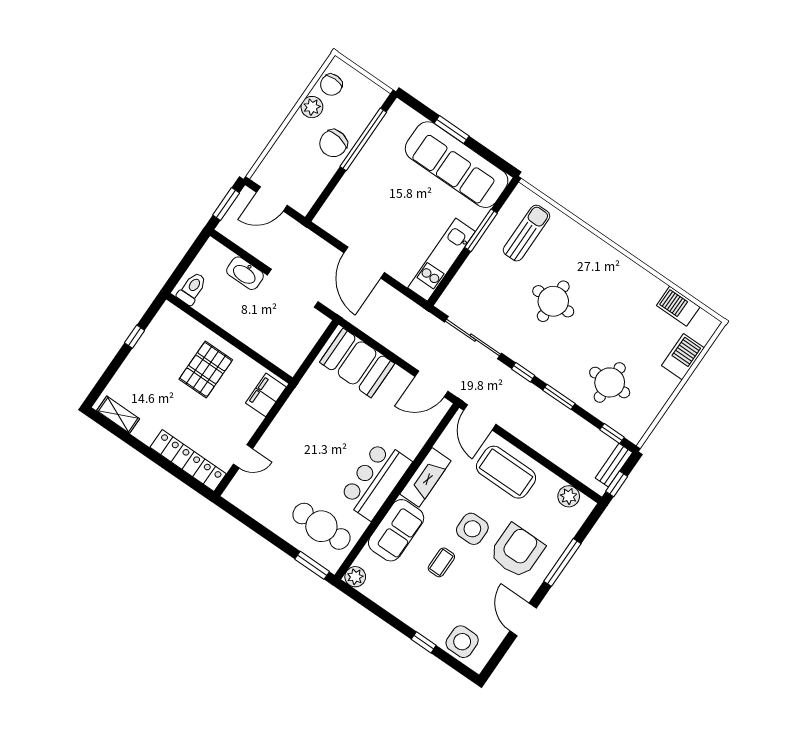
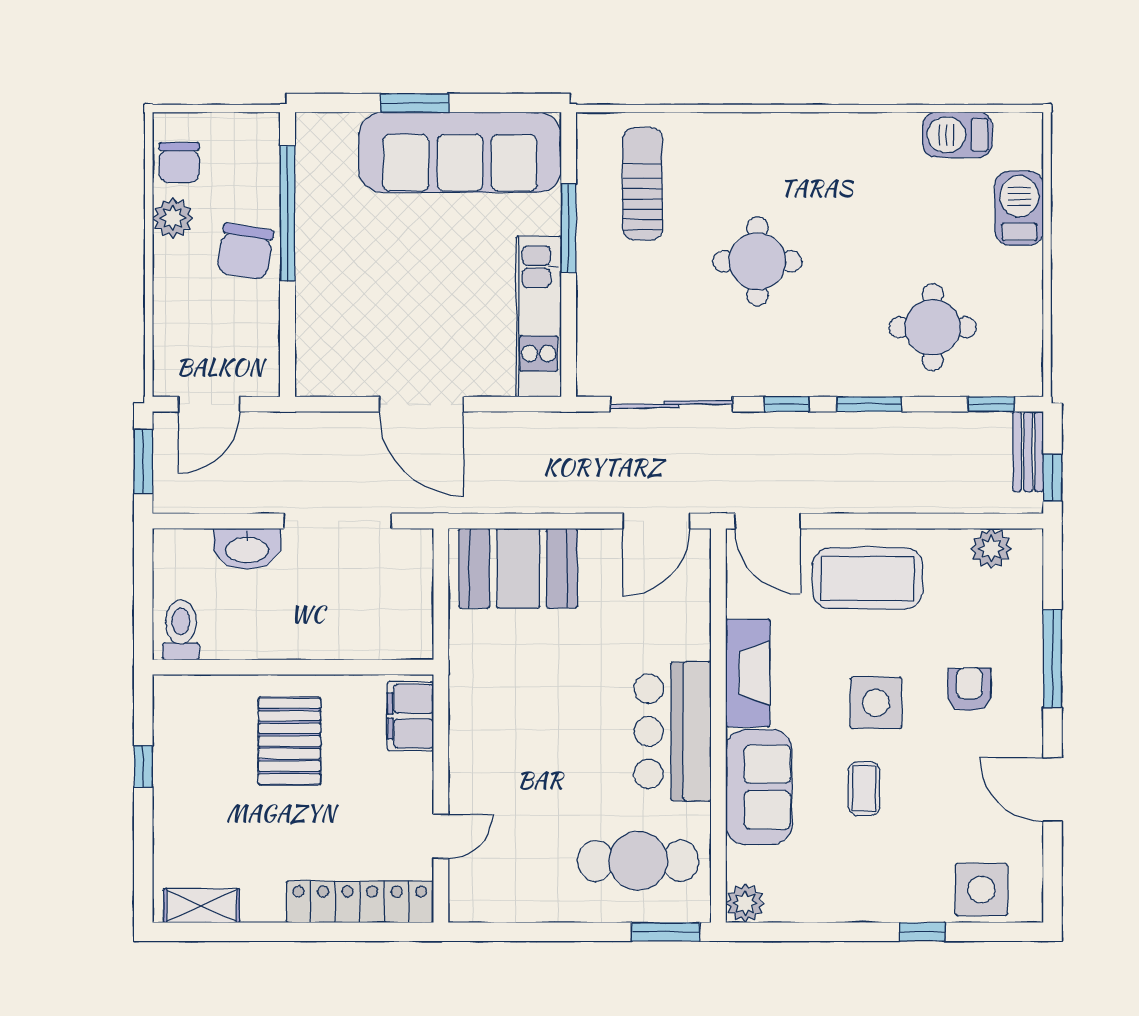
armchair: (517, 551) -> (969, 689), width x0.53, depth x0.53

